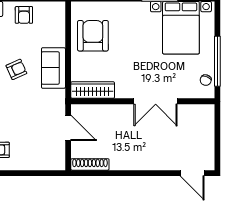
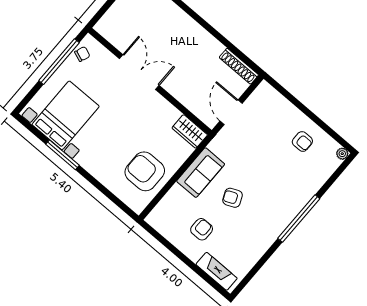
armchair: (24, 15) -> (202, 229), moved
armchair: (93, 36) -> (145, 171), turned 90
wardrobe: (93, 90) -> (190, 131), width x0.67

